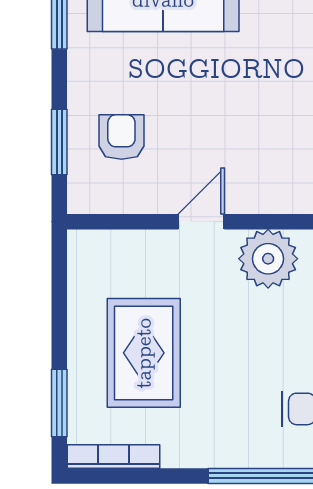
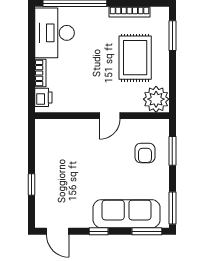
plant: (268, 259) -> (156, 99), moved
bookcase: (113, 457) -> (129, 12), moved

